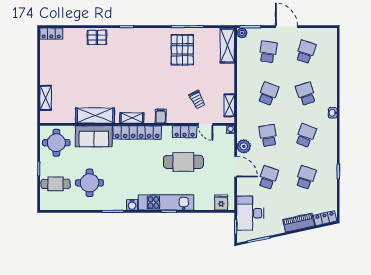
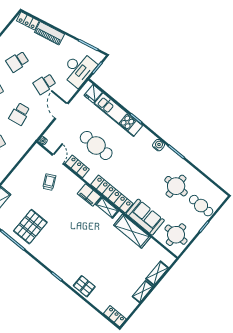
shelving: (229, 105) -> (143, 292), moved
filing cabinet: (161, 116) -> (89, 195), width x2.00
plant: (244, 146) -> (44, 121), removed
kitchen unit: (166, 202) -> (118, 115), moved

